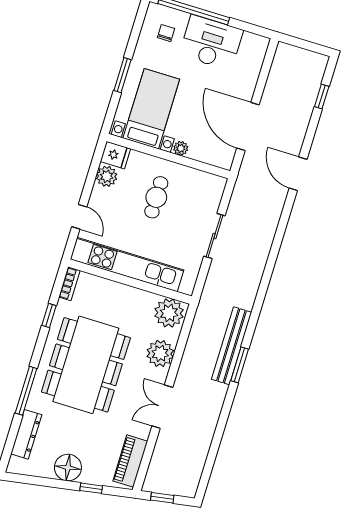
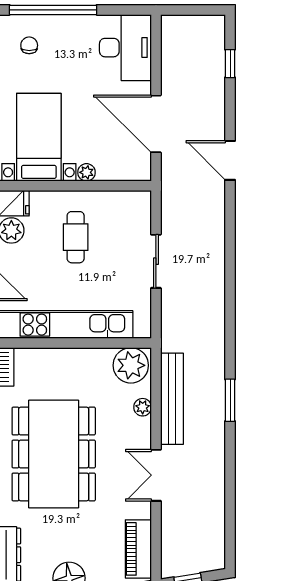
desk: (211, 43) -> (125, 48), moved, turned 90
bench: (232, 346) -> (172, 399), moved
plant: (160, 353) -> (143, 407), width x0.53, depth x0.53

